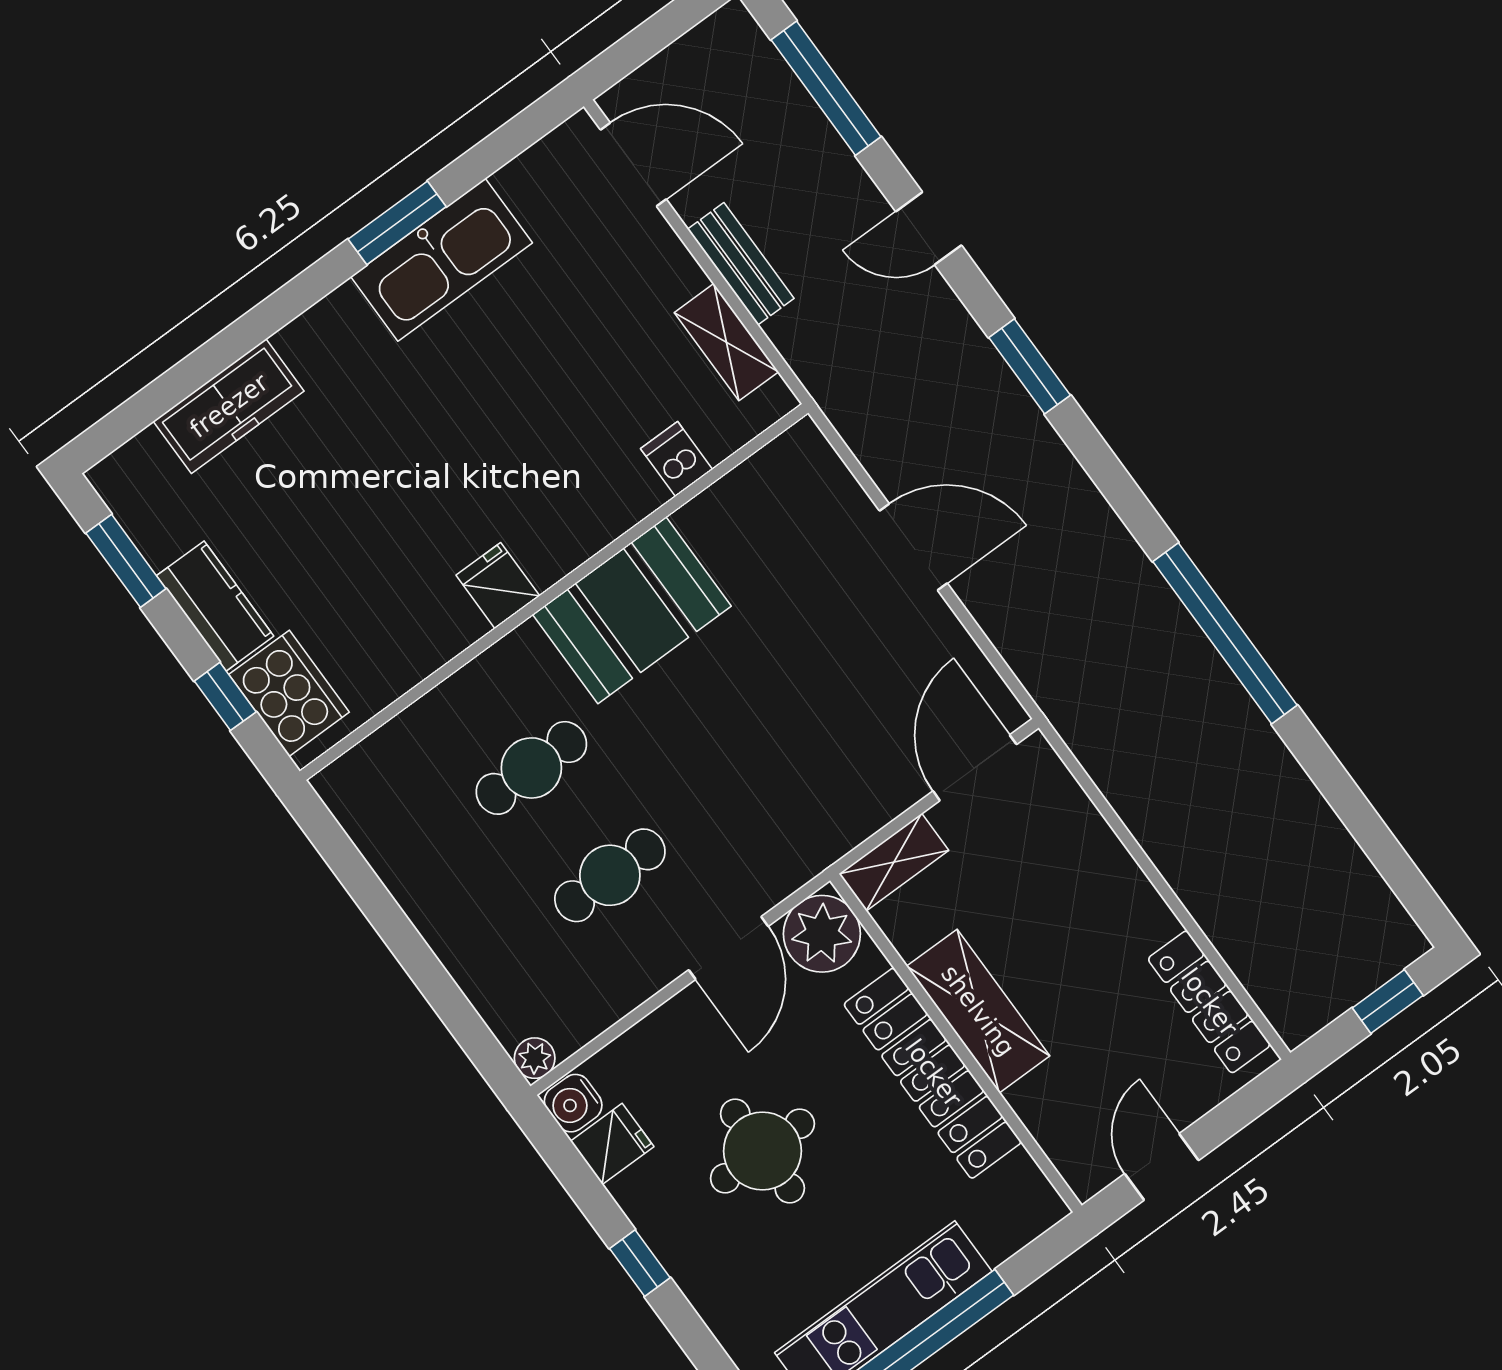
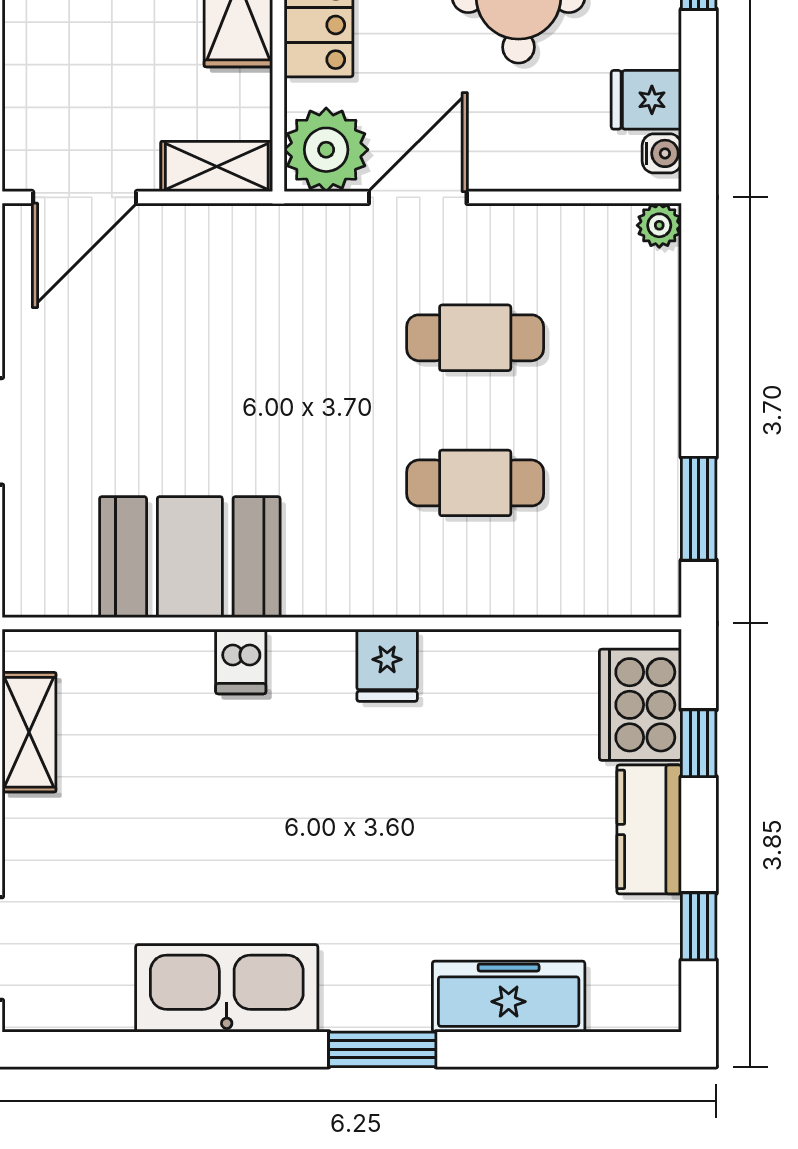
window: (397, 223) -> (382, 1049), moved
dishwasher: (677, 459) -> (241, 661), moved
window: (126, 561) -> (699, 926), width x0.67
booth: (632, 610) -> (190, 557), moved
window: (352, 870) -> (699, 509), added
water cooler: (573, 1103) -> (662, 153), width x0.72, depth x0.72

